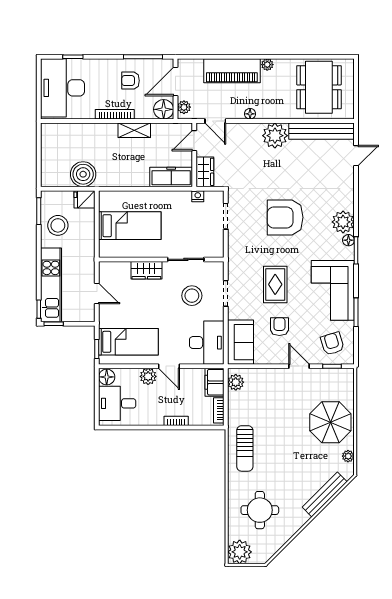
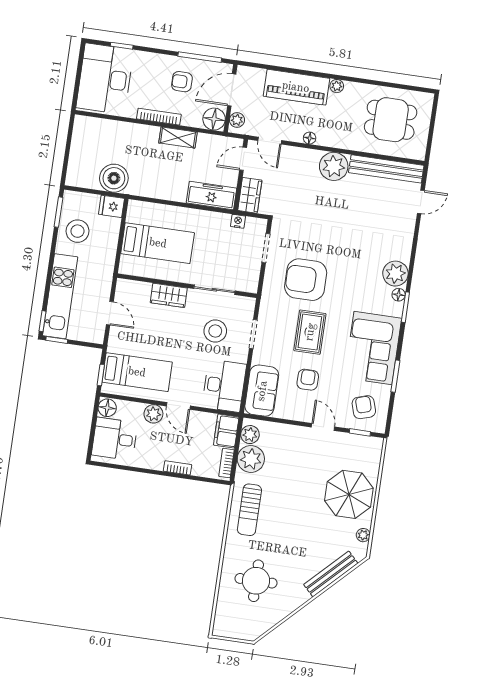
dining table: (319, 87) -> (391, 120), width x0.73
armchair: (285, 217) -> (306, 280), moved
plant: (240, 552) -> (251, 459), moved

